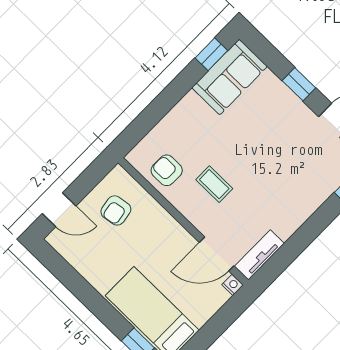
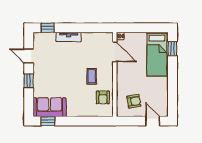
tv unit: (259, 255) -> (69, 37), moved

